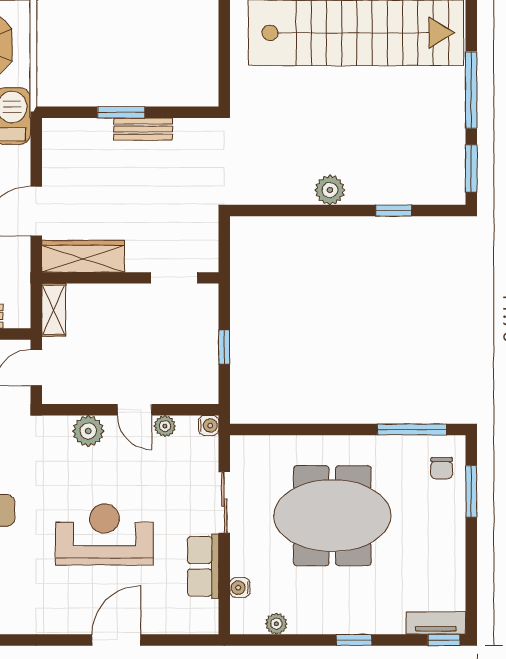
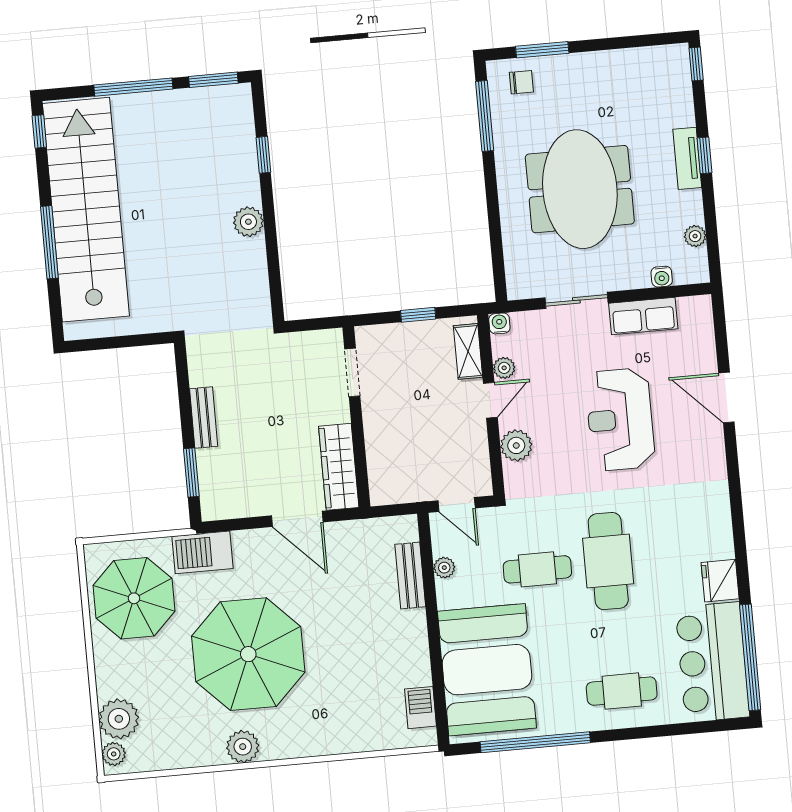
window: (121, 112) -> (191, 473), moved
shelving: (54, 310) -> (468, 351), moved, turned 90
tv unit: (436, 623) -> (687, 158), moved

